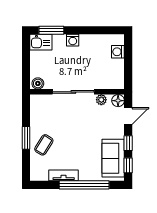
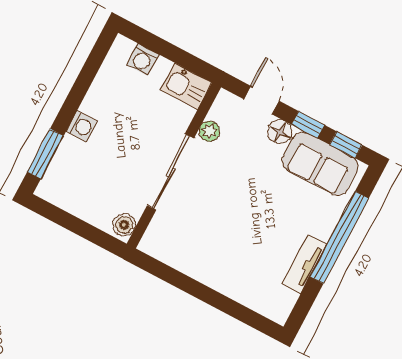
kitchen sink: (41, 42) -> (186, 86), moved, turned 90
floor lamp: (118, 101) -> (280, 132), moved
window: (26, 138) -> (206, 294), removed
coffee table: (44, 145) -> (235, 270), removed

